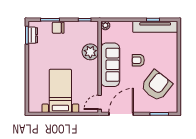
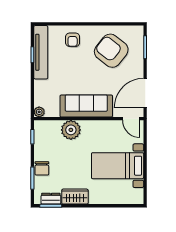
wardrobe: (35, 55) -> (75, 197), added
armchair: (138, 60) -> (73, 40), moved
door: (121, 114) -> (145, 93), hinge flipped

